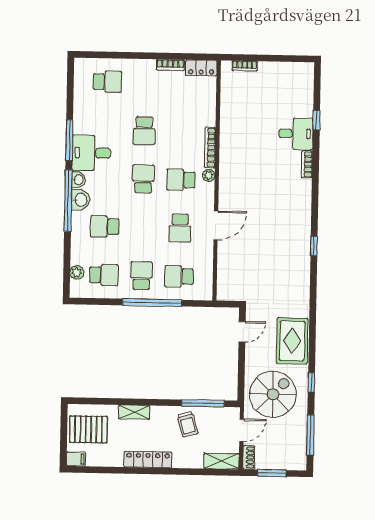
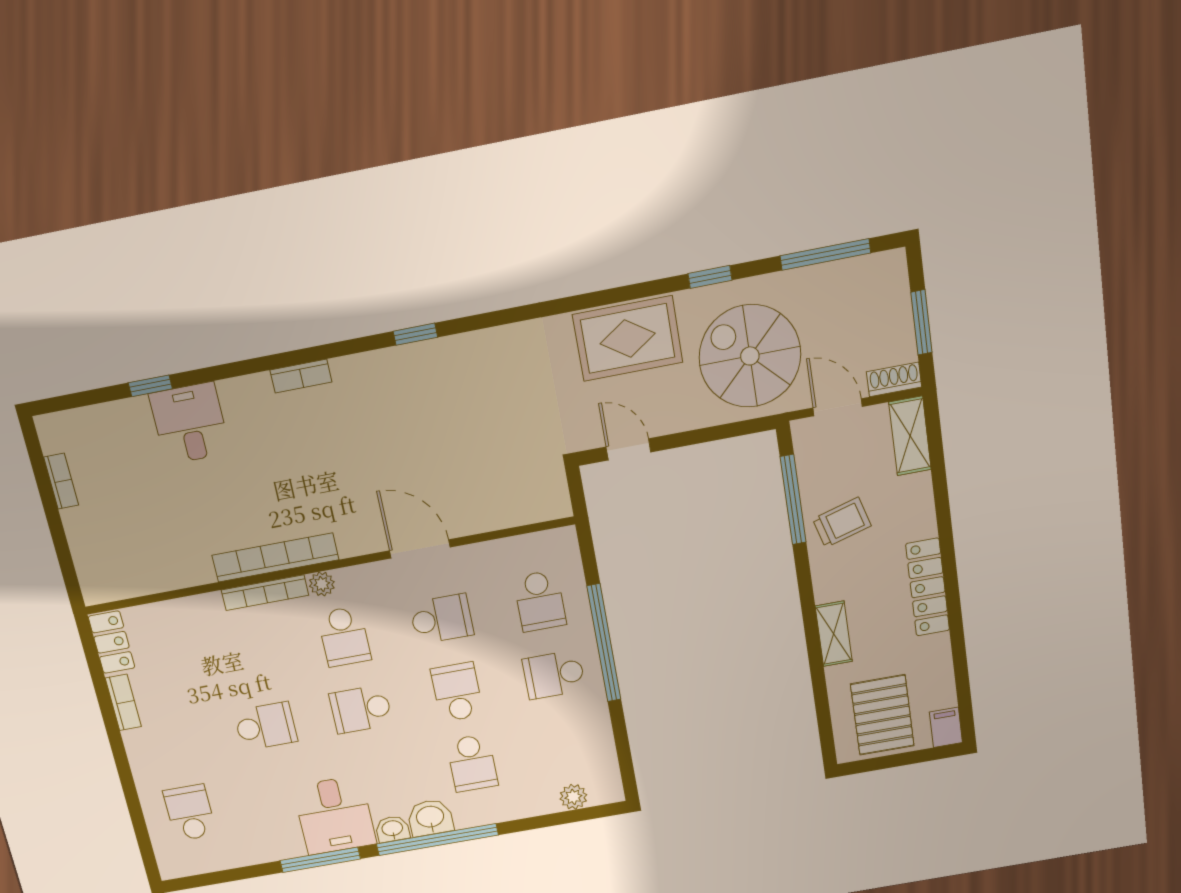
bookcase: (245, 66) -> (61, 481), moved
bookcase: (226, 157) -> (275, 557), added
bookcase: (307, 164) -> (301, 376), moved
school desk: (104, 275) -> (457, 692), moved

